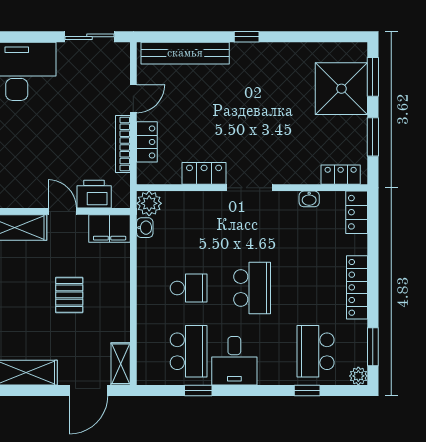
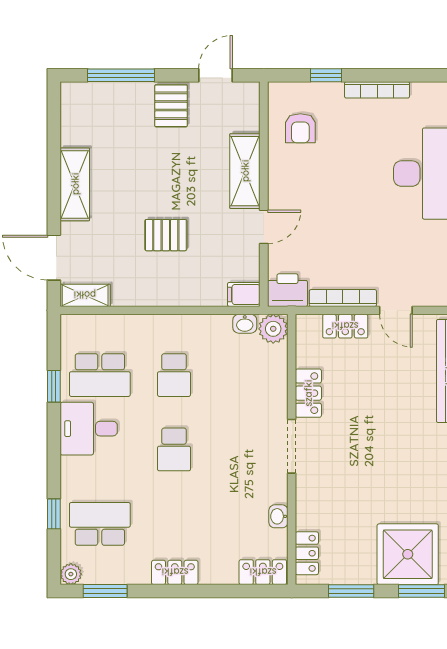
printer: (94, 194) -> (287, 290), moved, turned -90
filing cabinet: (110, 228) -> (244, 294), width x0.50
locker: (357, 287) -> (175, 572), width x0.66
school desk: (252, 288) -> (174, 449), width x0.54

